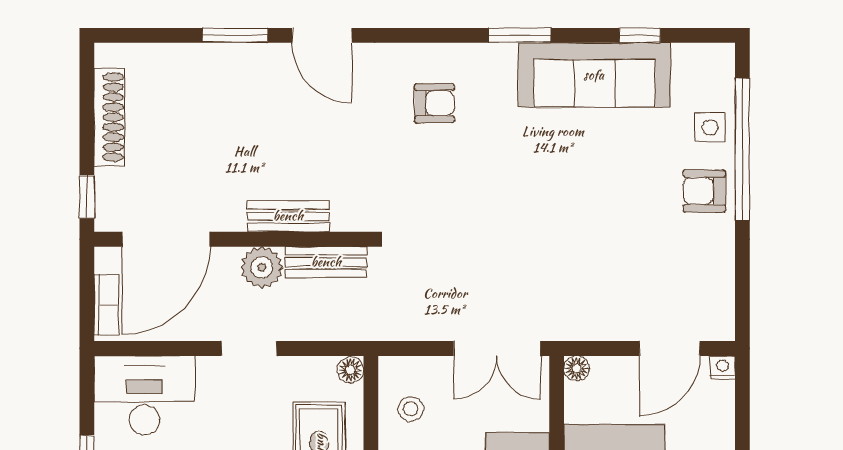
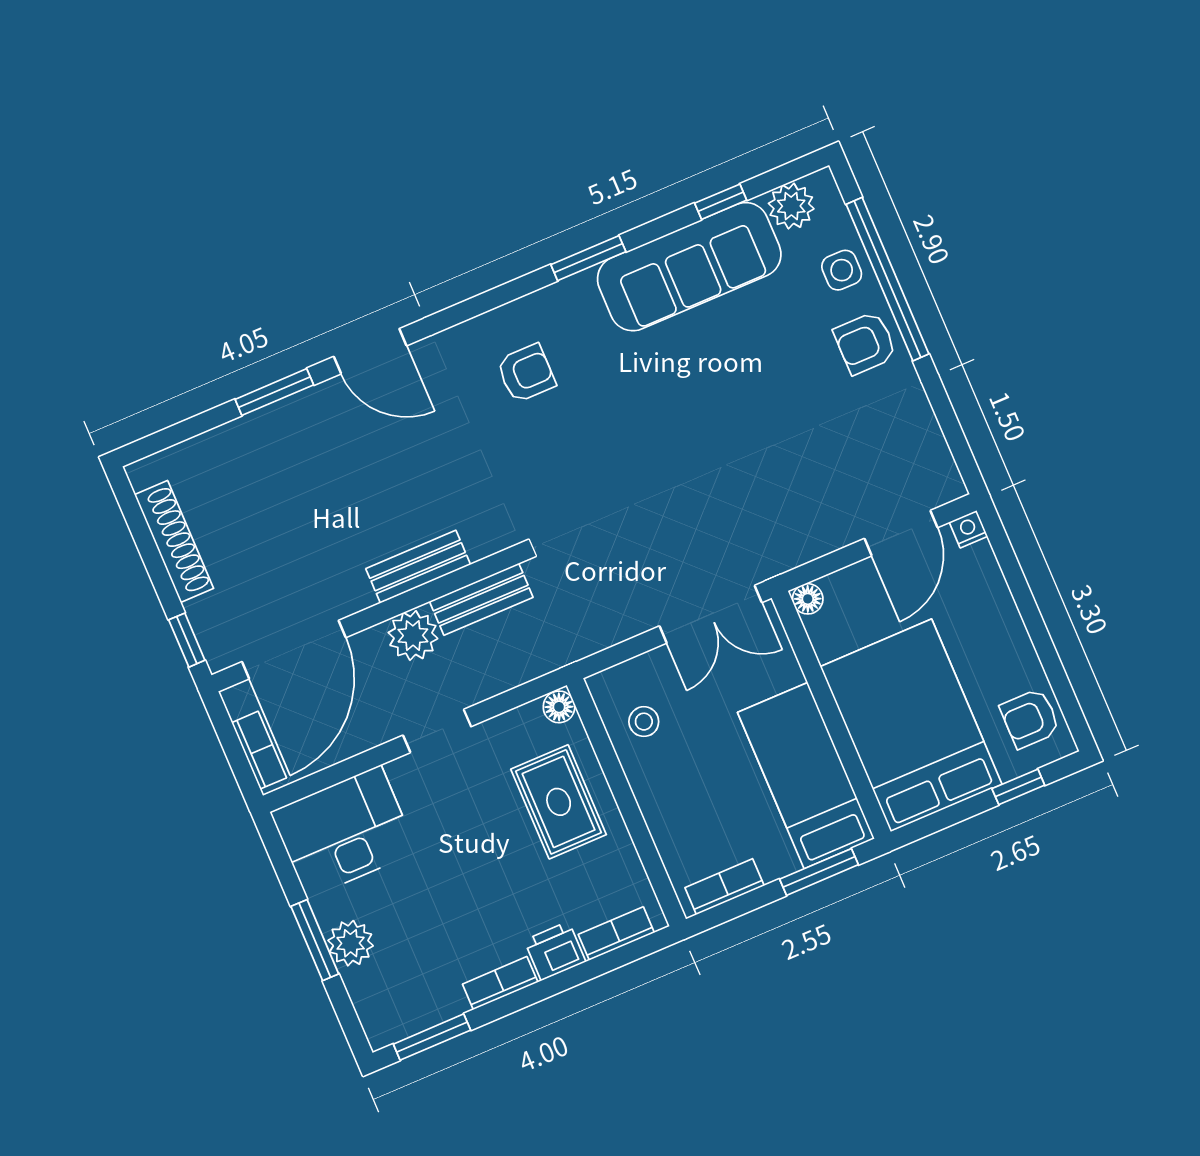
plant: (692, 62) -> (791, 206), added

